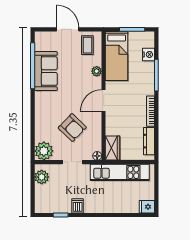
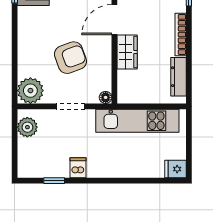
armchair: (72, 128) -> (70, 58), turned -64
wardrobe: (113, 148) -> (127, 52), moved

